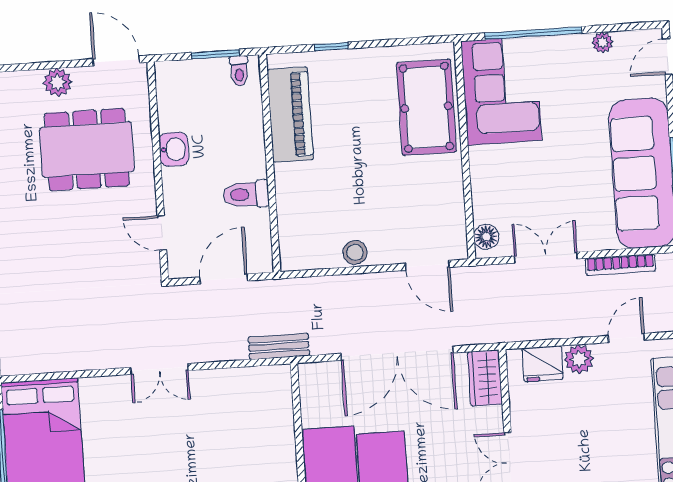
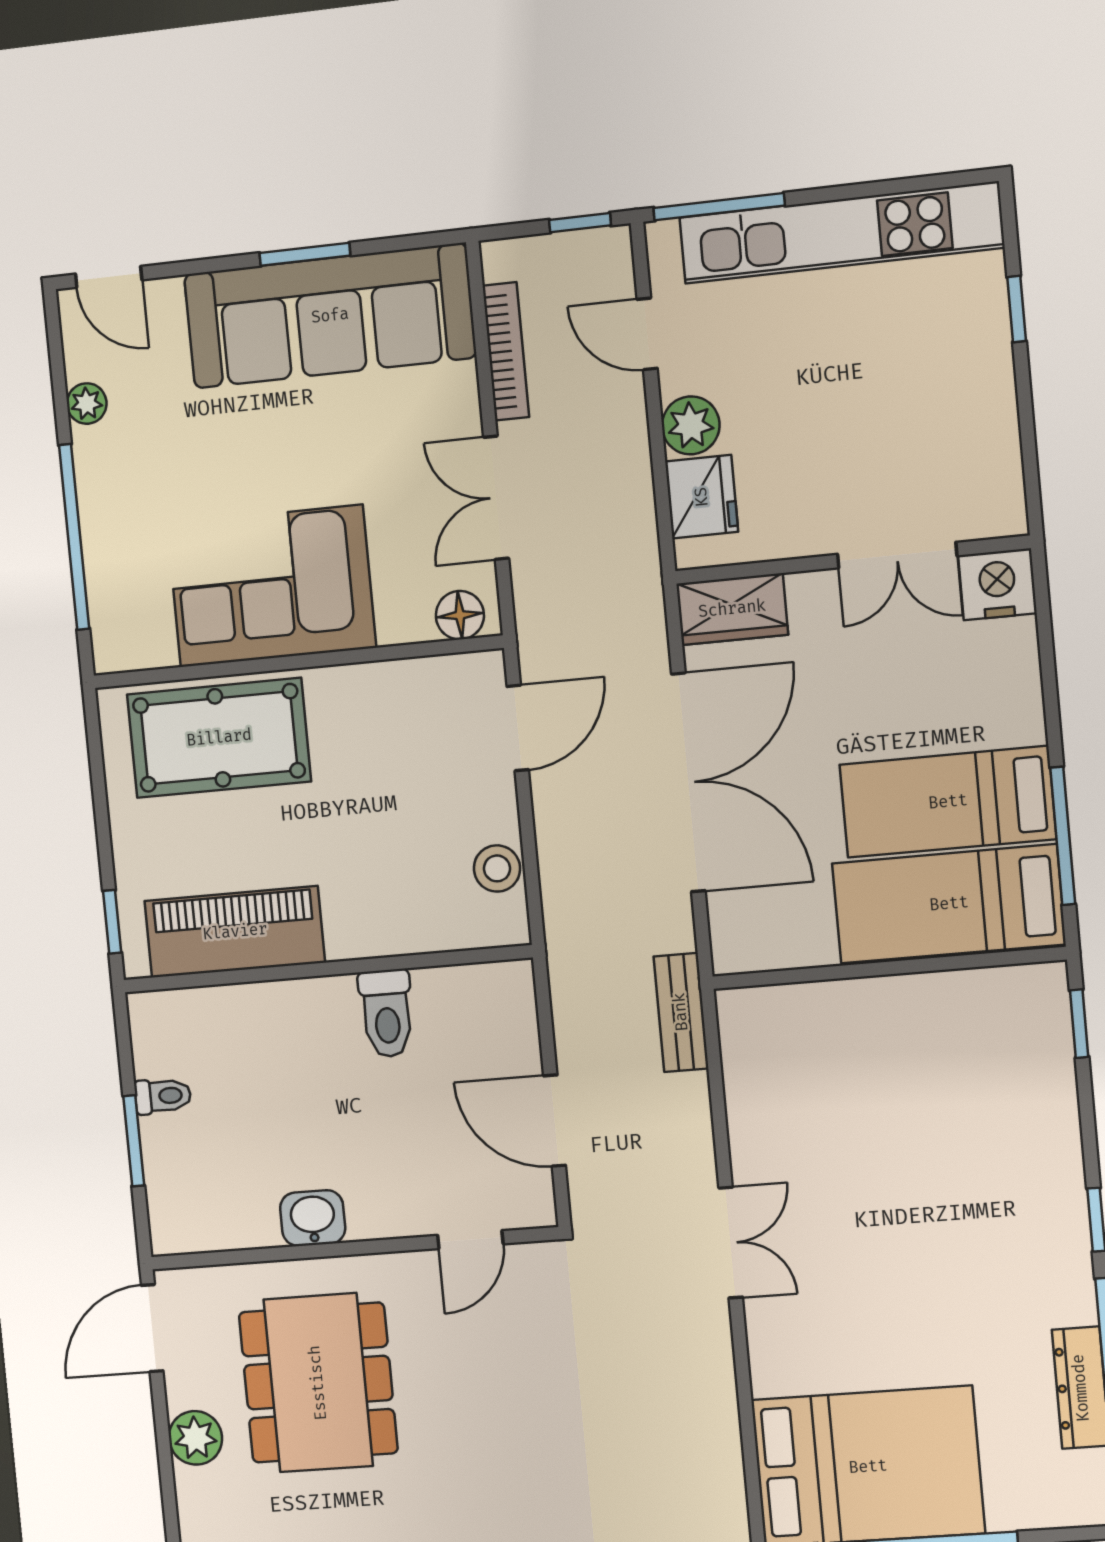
corner sofa: (501, 91) -> (271, 586), moved
piano: (290, 115) -> (235, 932), moved
wall: (270, 163) -> (327, 969), moved
toilet: (246, 194) -> (387, 1013), moved

